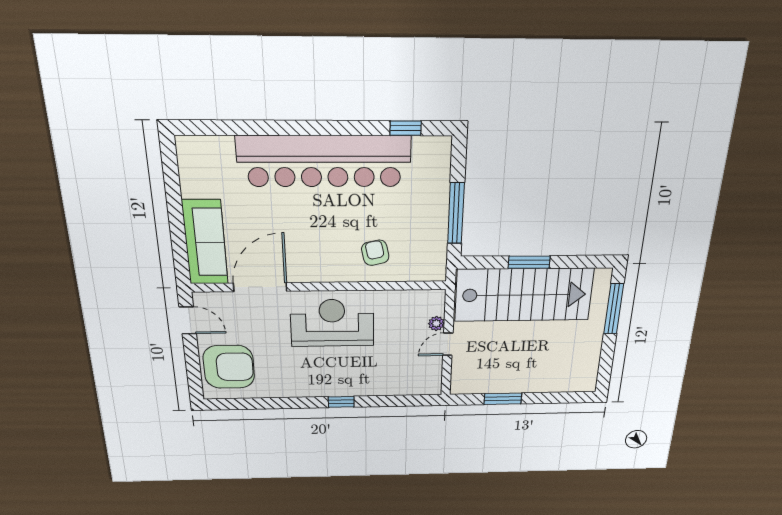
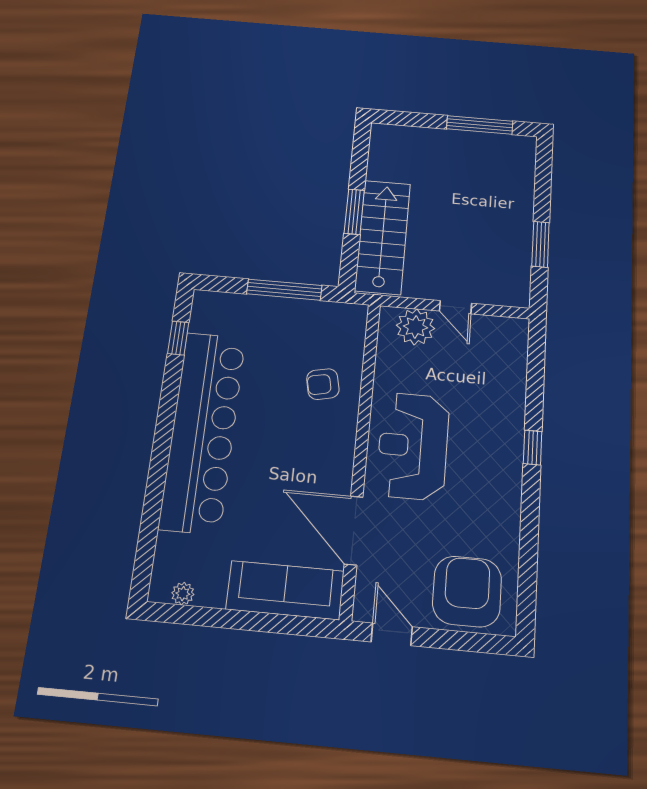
plant: (187, 164) -> (183, 594), added
stairs: (524, 295) -> (383, 237), width x0.73, depth x0.66
window: (614, 309) -> (480, 125), moved
door: (188, 320) -> (392, 634), hinge flipped
plant: (436, 323) -> (415, 327), width x1.87, depth x1.87

